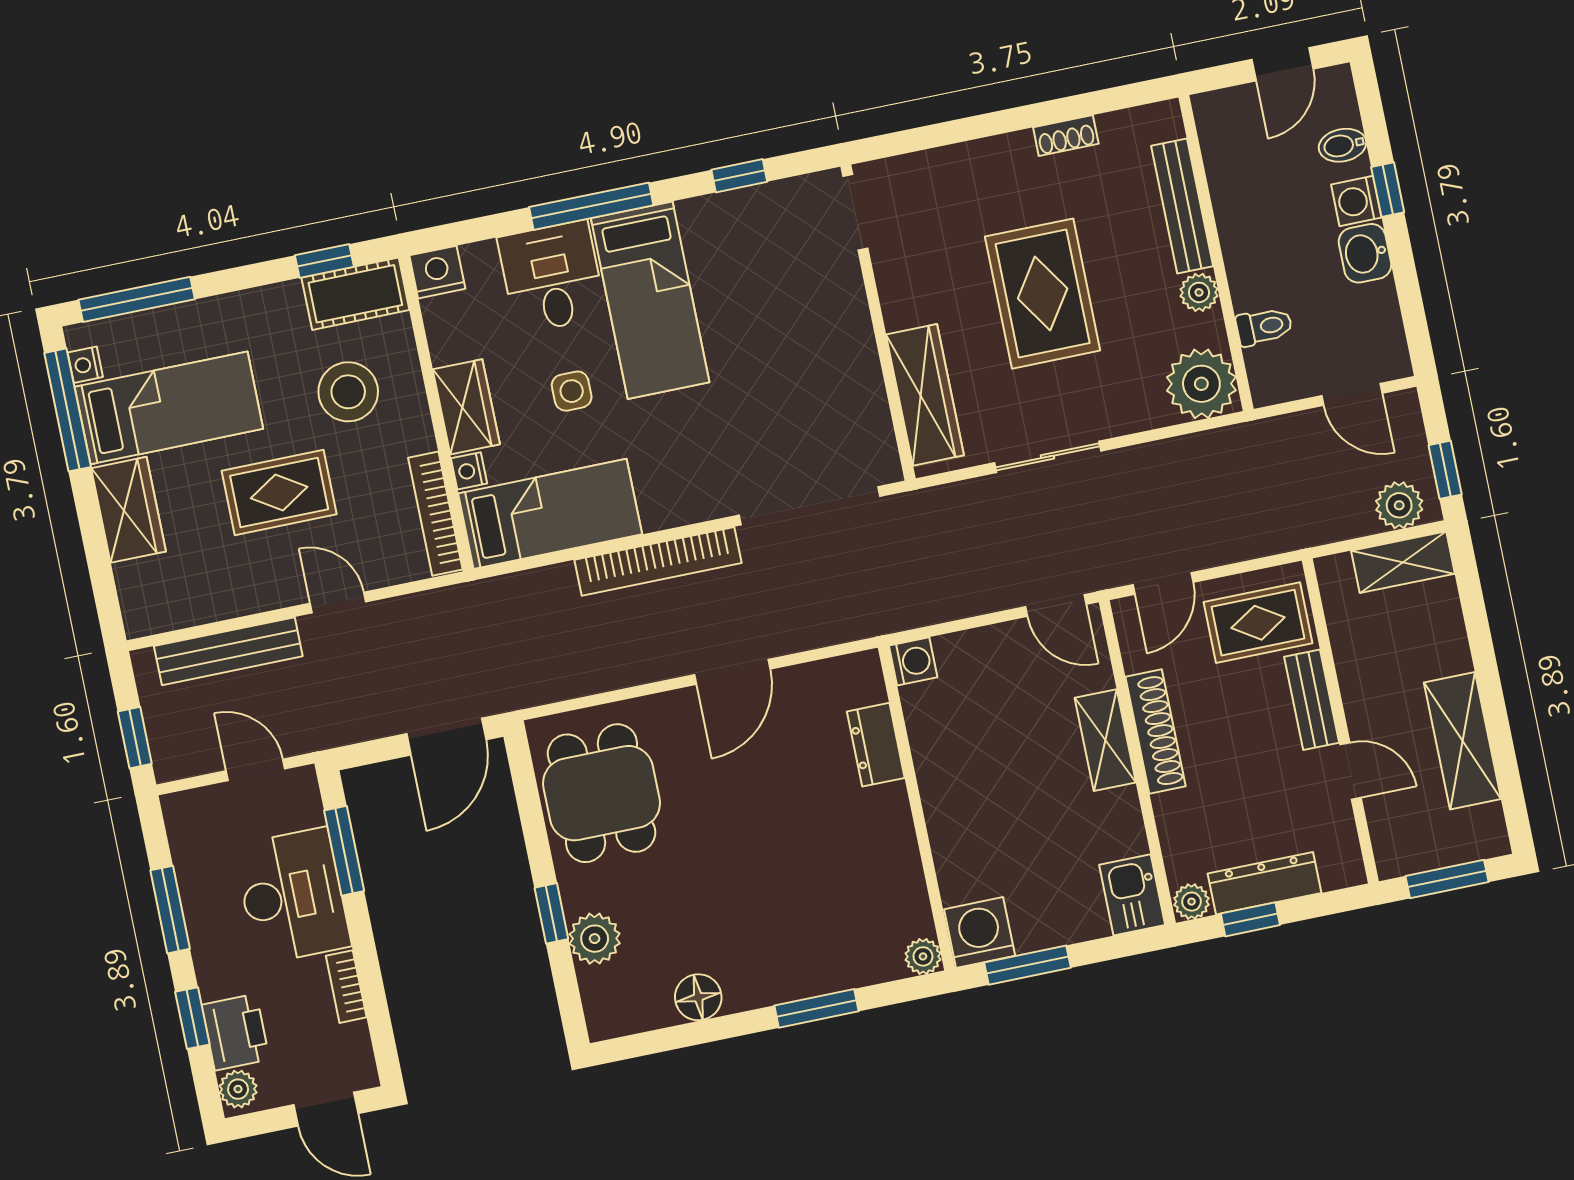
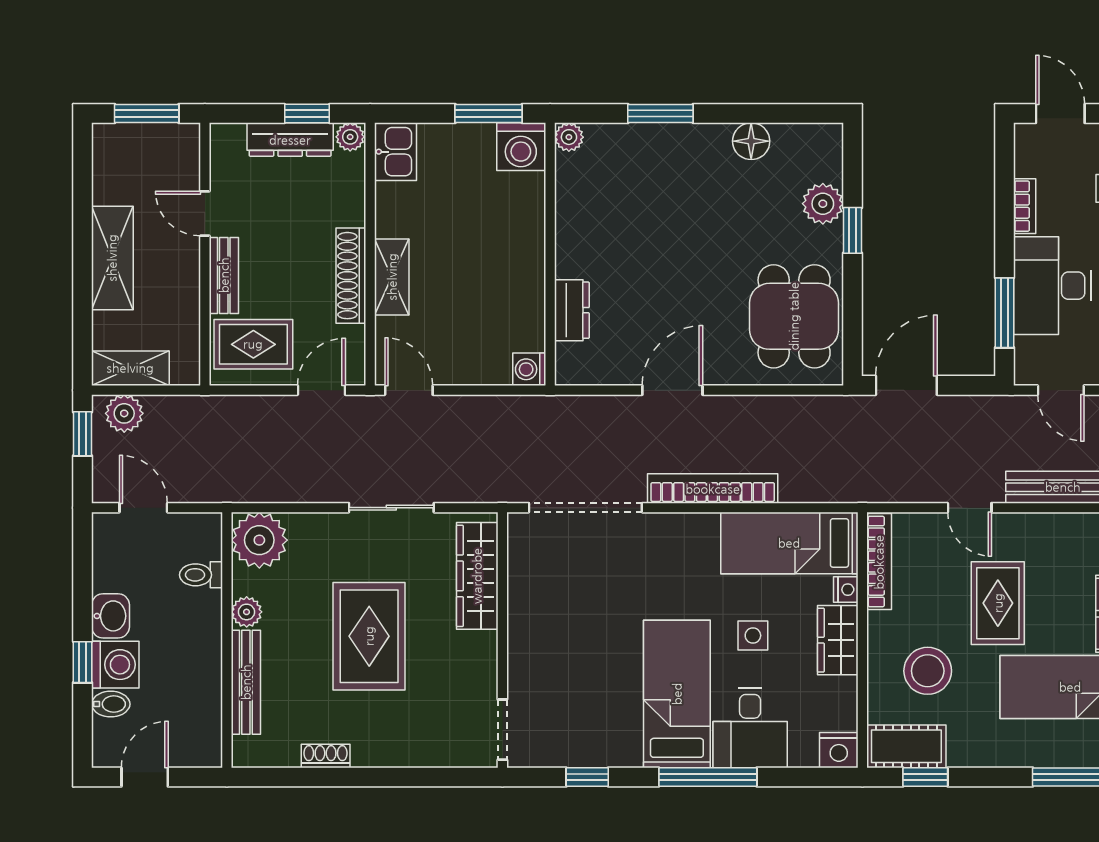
washing machine: (1356, 201) -> (115, 665), width x1.38, depth x1.38
rug: (279, 492) -> (998, 603), turned 90
shelving: (1463, 741) -> (112, 258), moved

